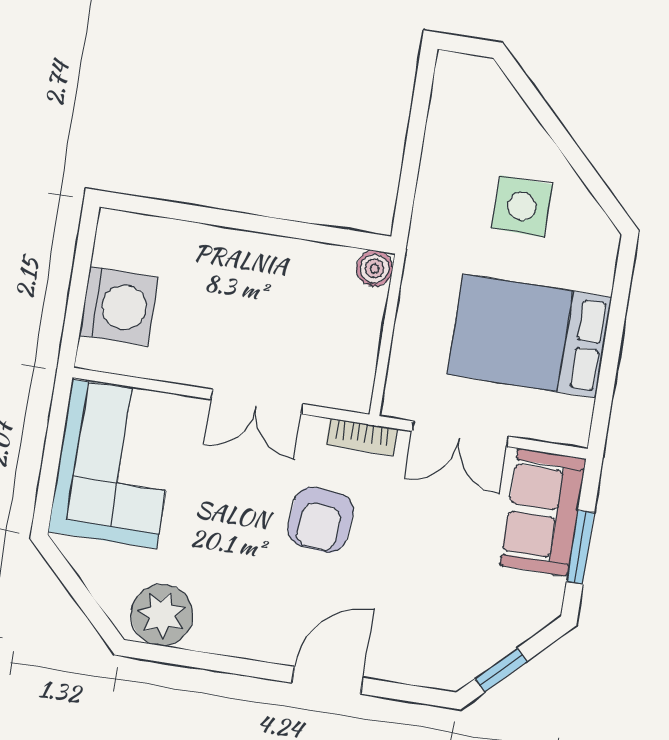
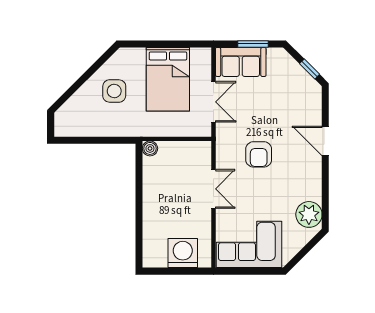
bookcase: (362, 437) -> (221, 143), removed
armchair: (321, 520) -> (259, 154), turned 84

